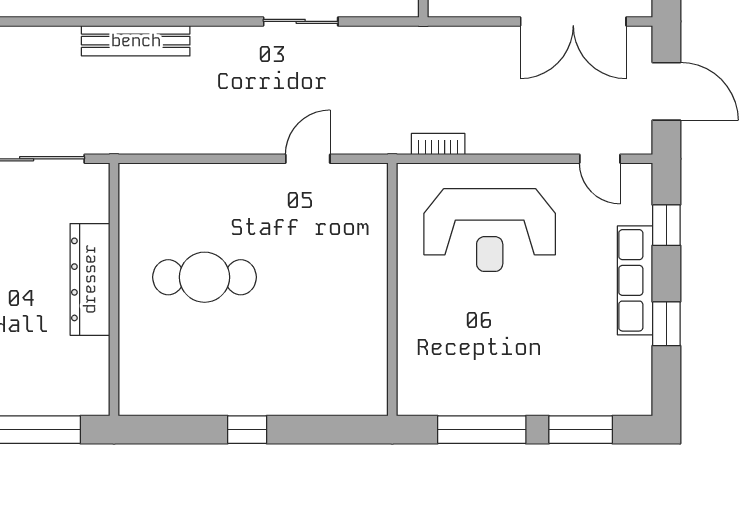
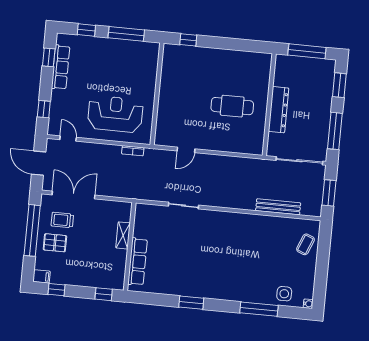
bench: (136, 41) -> (278, 207), moved
row of seats: (635, 280) -> (61, 67), moved
window: (666, 324) -> (49, 57), moved
window: (247, 430) -> (188, 40), moved
window: (581, 430) -> (86, 30), width x0.67

